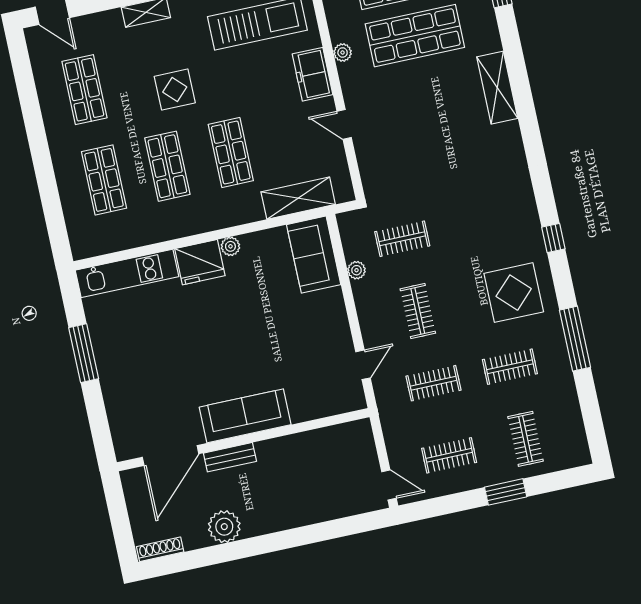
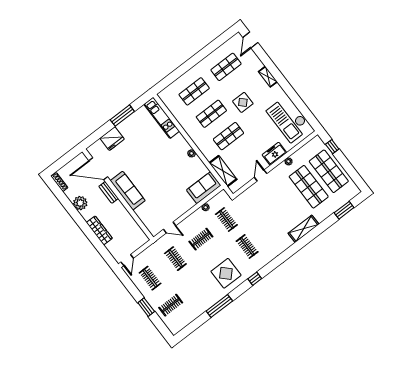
fridge: (200, 262) -> (112, 139), moved, turned -90
clothes rail: (510, 367) -> (247, 246), moved
wardrobe: (300, 514) -> (99, 230), added

